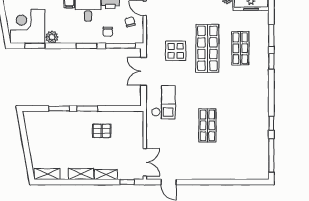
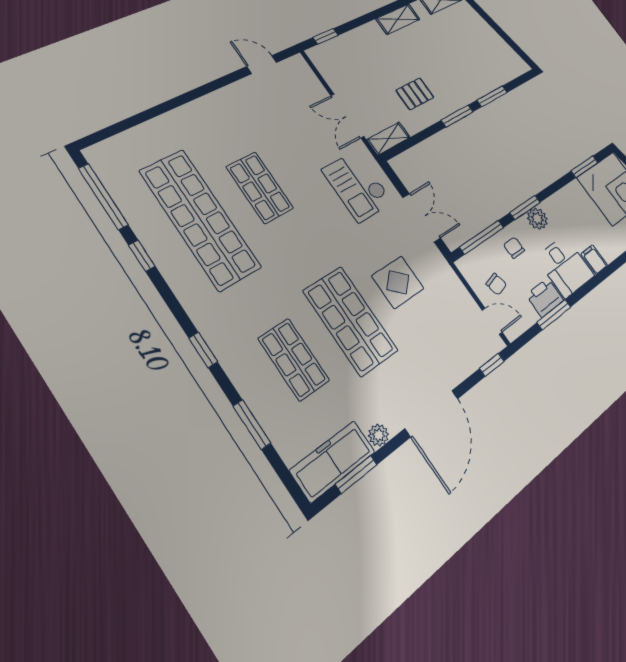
plant: (52, 37) -> (537, 219), moved
window: (271, 61) -> (203, 350), moved
shop shelf: (240, 125) -> (200, 219), added
double door: (145, 162) -> (347, 116), moved
shelving: (106, 175) -> (388, 139), moved

